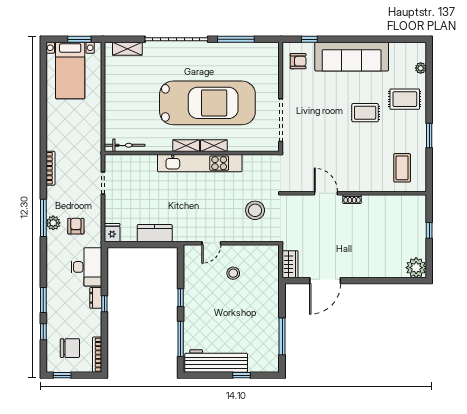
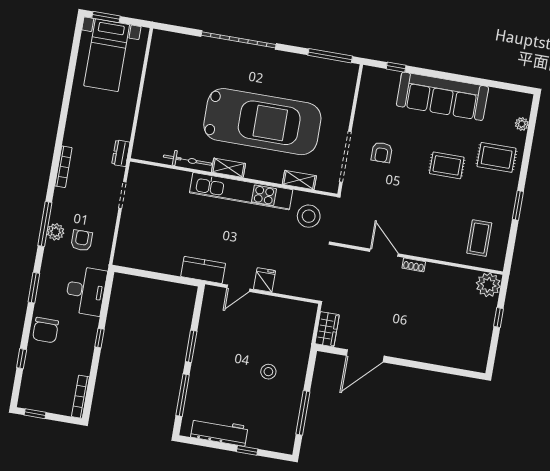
window: (79, 39) -> (106, 17), moved
window: (236, 39) -> (330, 56), moved
shelving: (127, 49) -> (179, 41), removed
armchair: (298, 61) -> (382, 152), moved, turned 90
bicycle: (125, 145) -> (188, 160), moved
shelving: (214, 146) -> (299, 180), moved
stool: (255, 210) -> (309, 216), moved
fridge: (112, 233) -> (265, 280), moved
kitchen counter: (155, 233) -> (203, 270), moved
plant: (416, 268) -> (488, 285), moved
stool: (233, 273) -> (268, 372), moved
dresser: (96, 298) -> (121, 153), moved
window: (181, 298) -> (191, 346), width x1.50
window: (43, 300) -> (34, 288), moved
chair: (70, 348) -> (46, 330), moved, turned 90
workbench: (216, 361) -> (219, 432), width x0.73, depth x0.76

